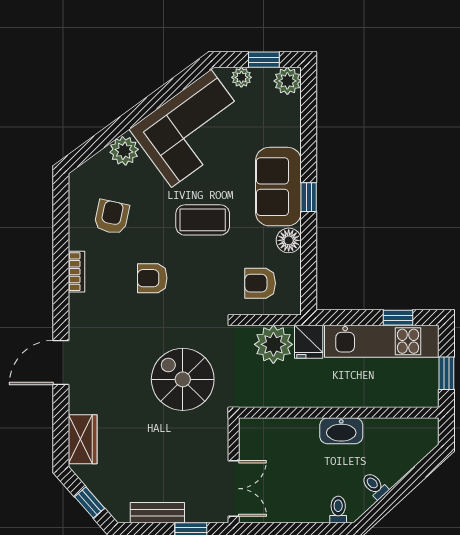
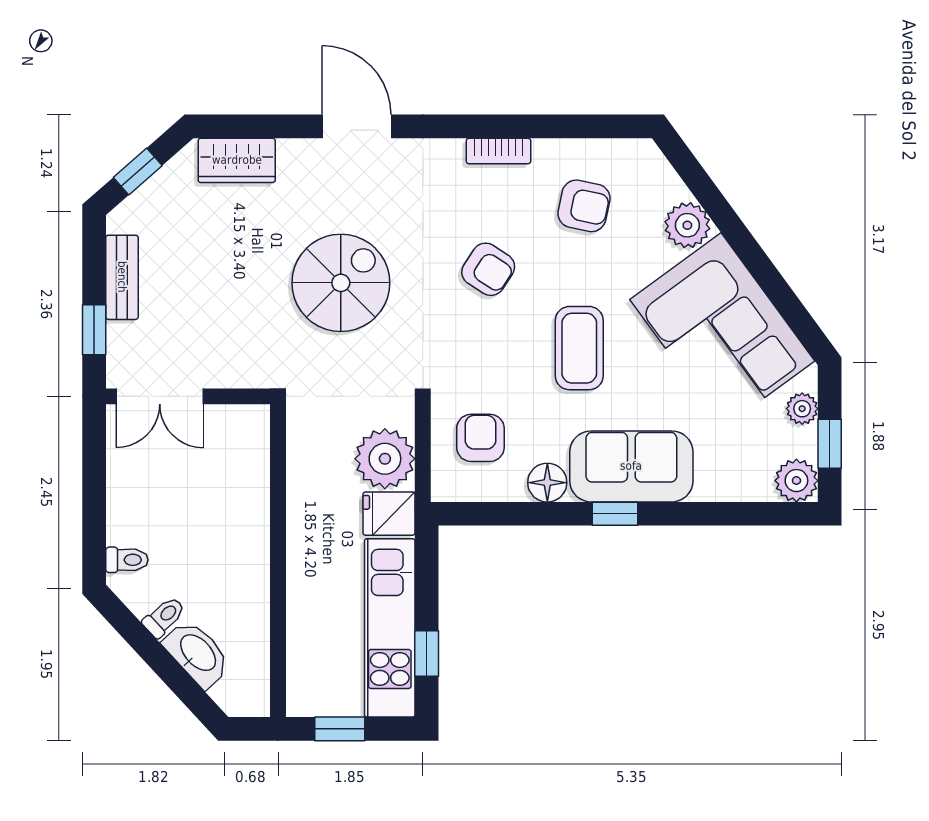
armchair: (152, 278) -> (488, 269), turned 123
spiral stairs: (183, 379) -> (341, 283), moved
washbasin: (341, 431) -> (197, 653), moved, turned 137

